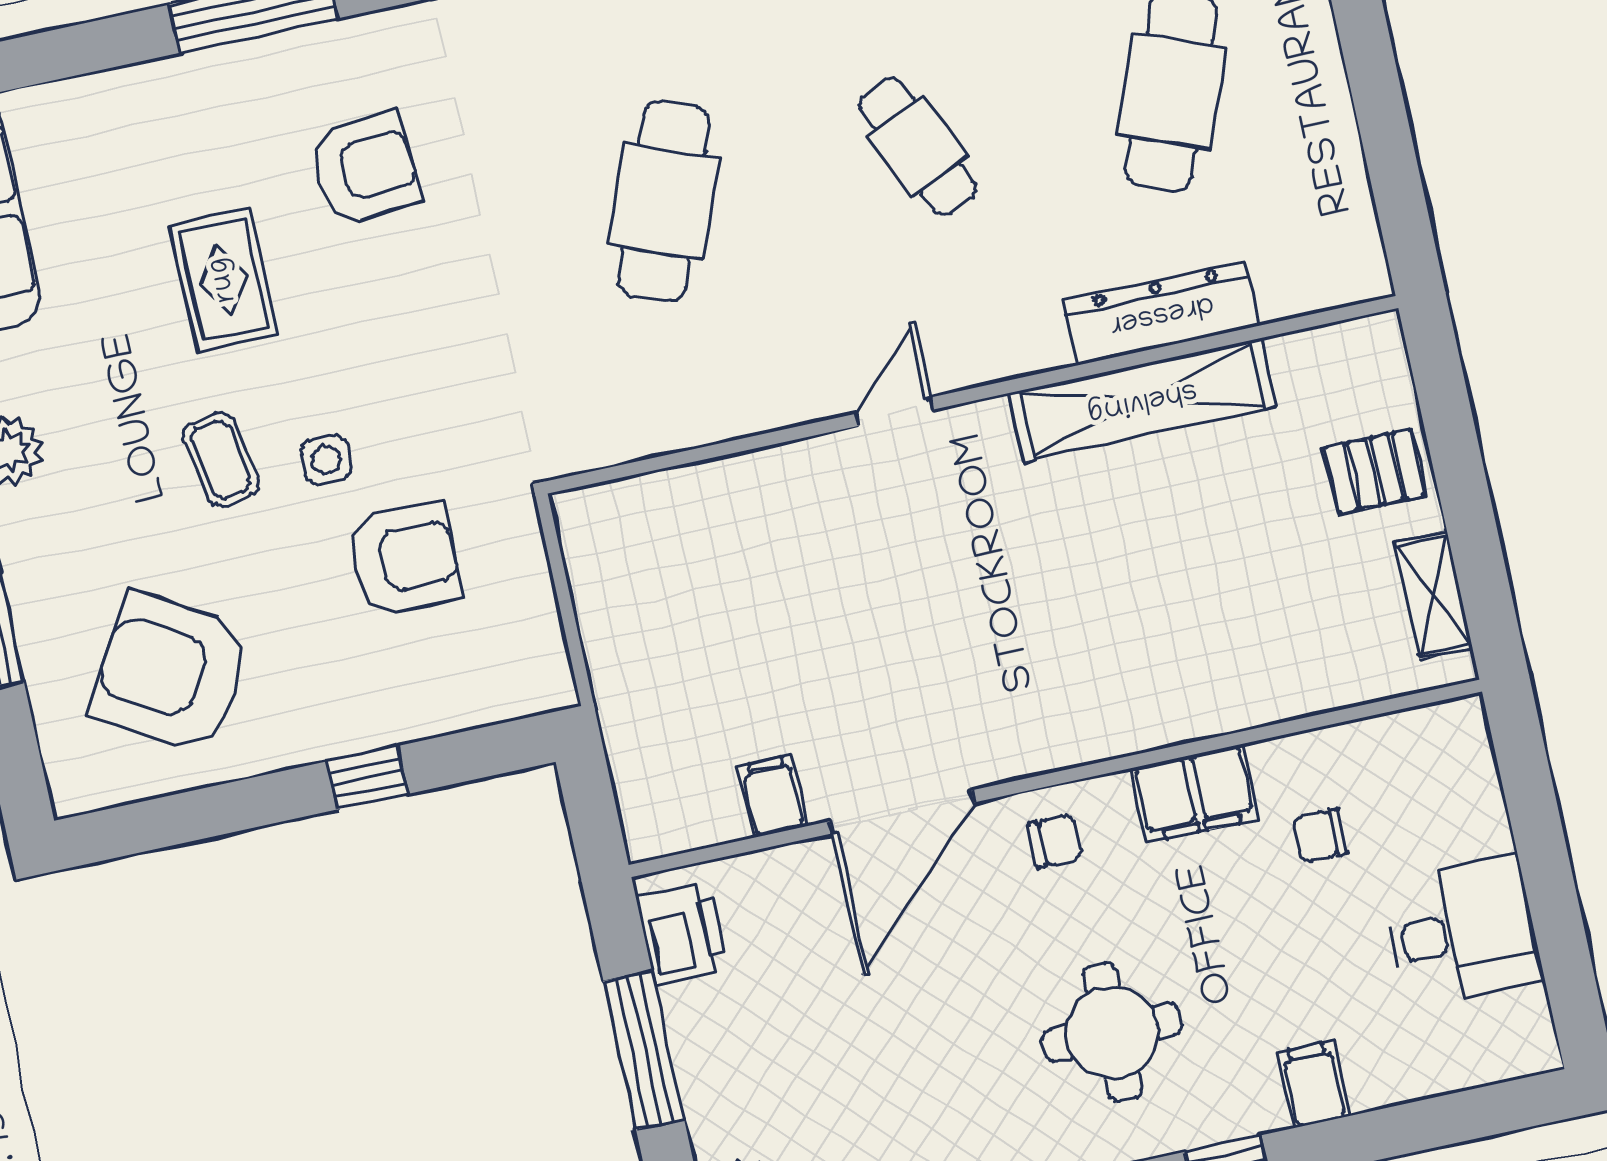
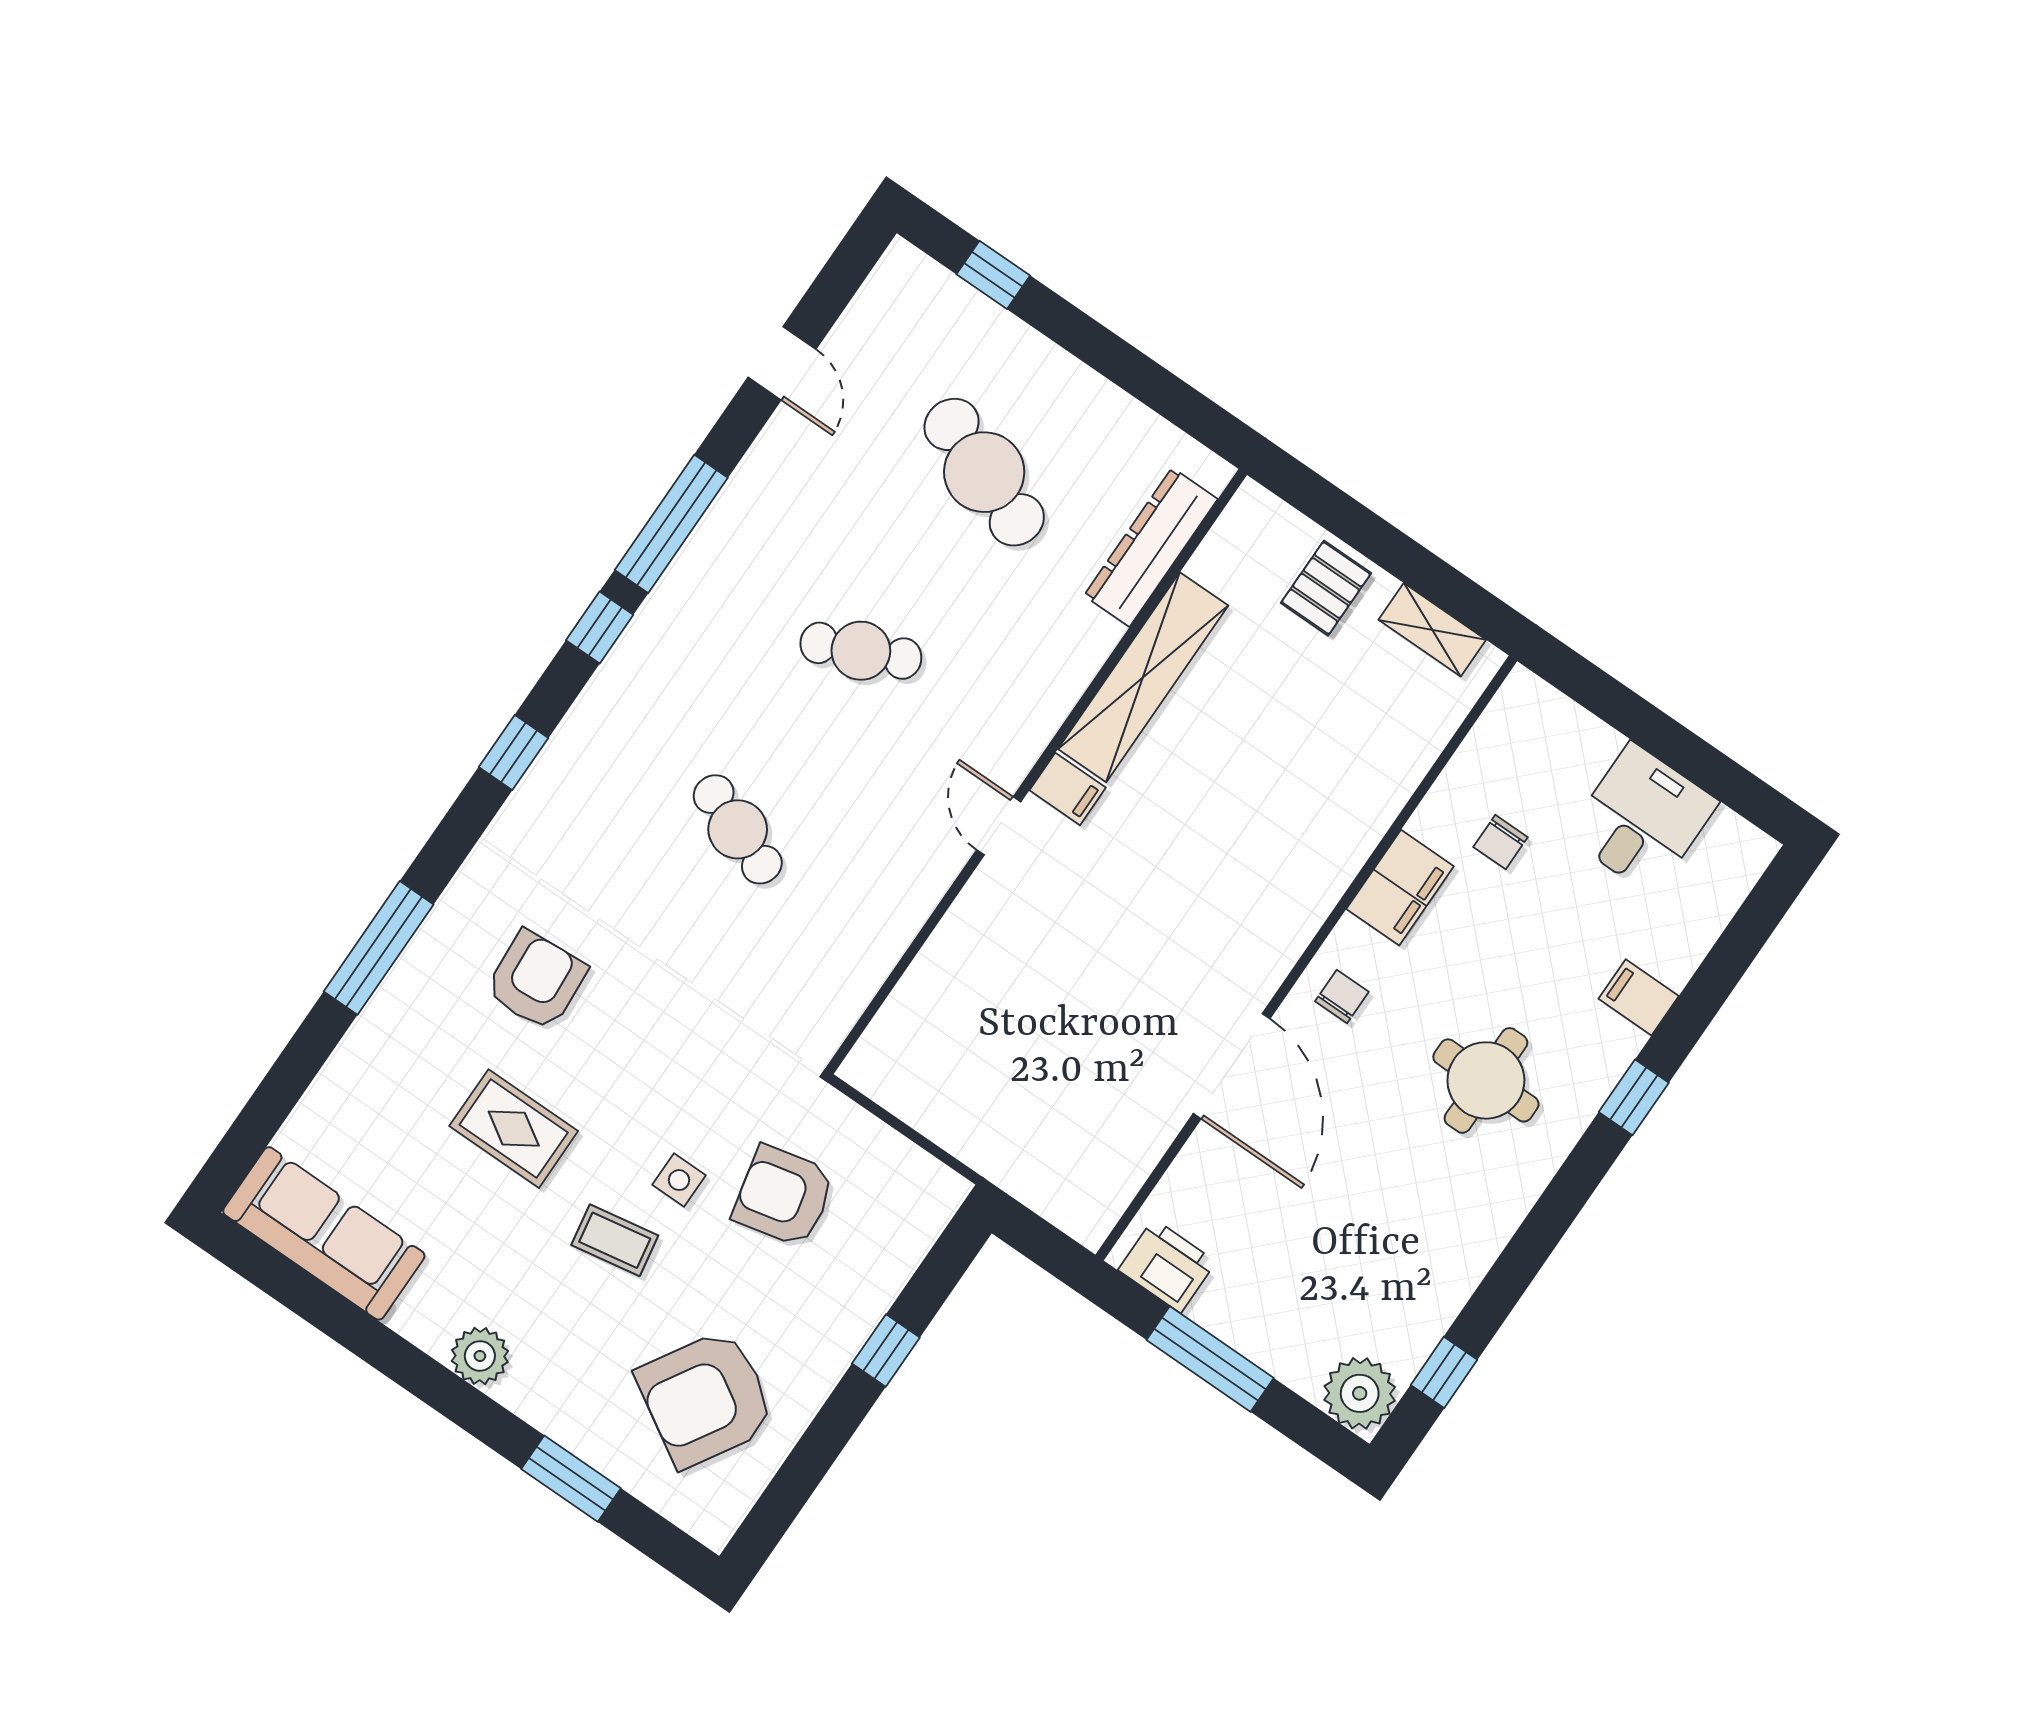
cafe table: (664, 201) -> (738, 829), width x0.73, depth x0.74
dresser: (1161, 313) -> (1151, 547), moved
armchair: (404, 559) -> (784, 1196), turned -103
filing cabinet: (772, 796) -> (1068, 789), moved, turned 180

